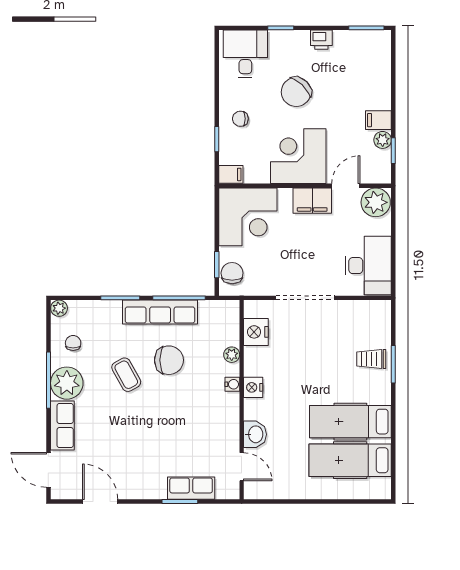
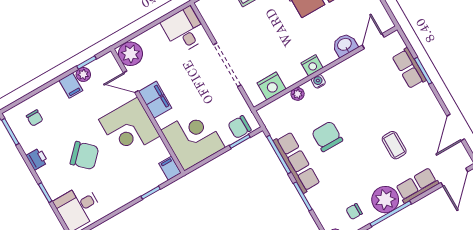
chair: (240, 119) -> (35, 118), moved
desk: (368, 266) -> (184, 30), width x0.73
coffee table: (126, 375) -> (394, 145), moved, turned -61

